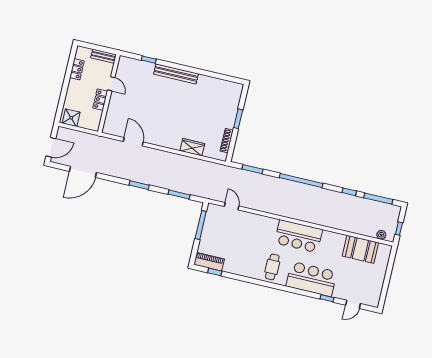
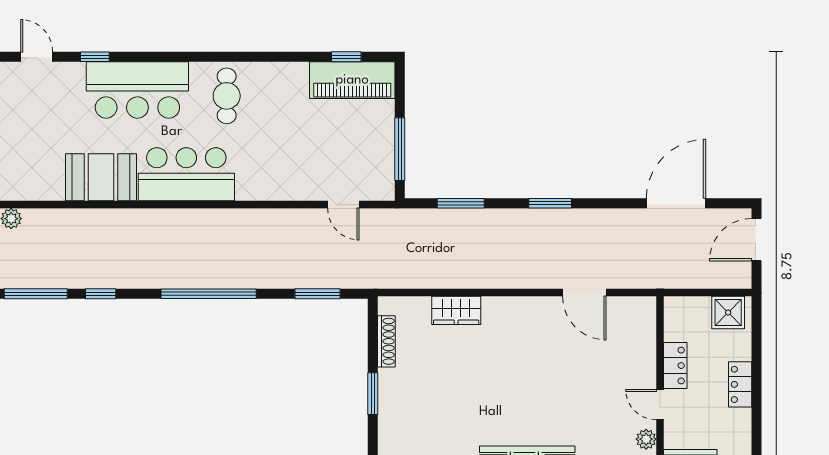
locker: (77, 69) -> (740, 384), moved
plant: (121, 70) -> (646, 439), added
booth: (360, 249) -> (101, 177), moved
piano: (209, 262) -> (352, 80), width x1.37, depth x1.33
door: (353, 304) -> (37, 57), hinge flipped

